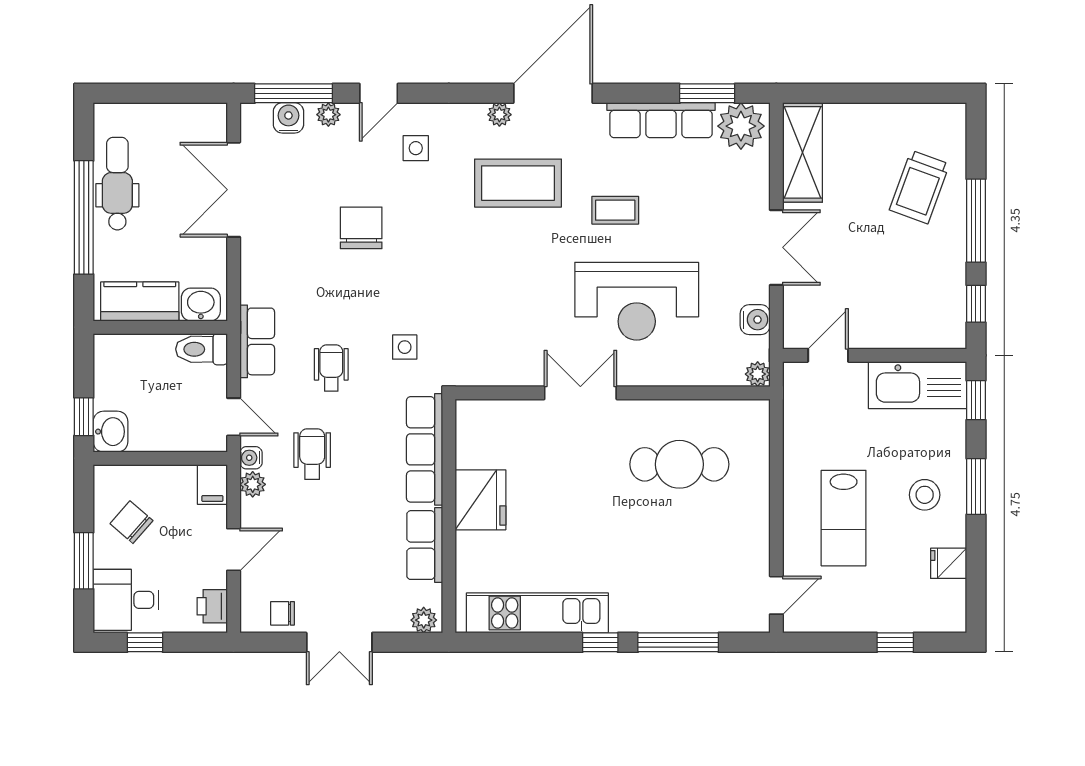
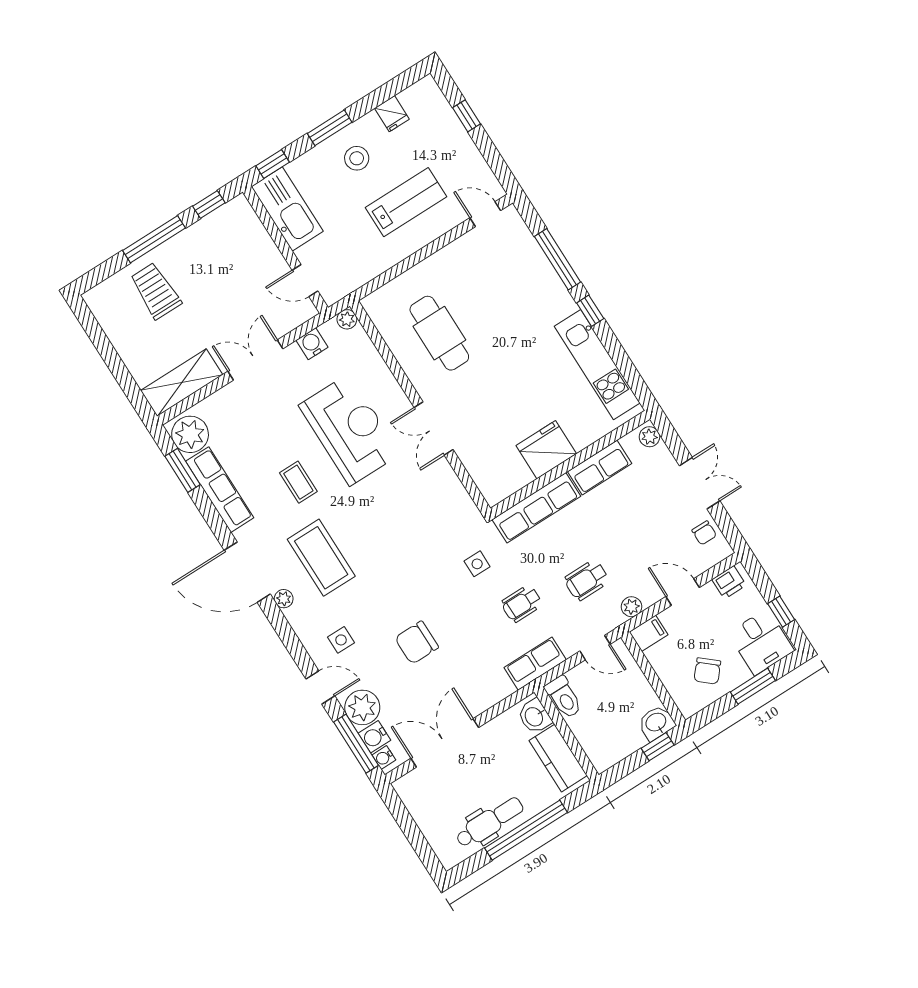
plant: (328, 115) -> (362, 707), width x1.88, depth x1.88
dental chair: (117, 184) -> (490, 822), turned 180
trolley: (919, 187) -> (156, 291), turned -110
double door: (234, 190) -> (445, 743), swing flipped
door: (234, 417) -> (595, 648), swing flipped
water cooler: (251, 458) -> (384, 757), moved, turned 90

